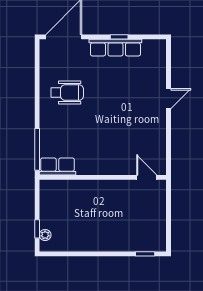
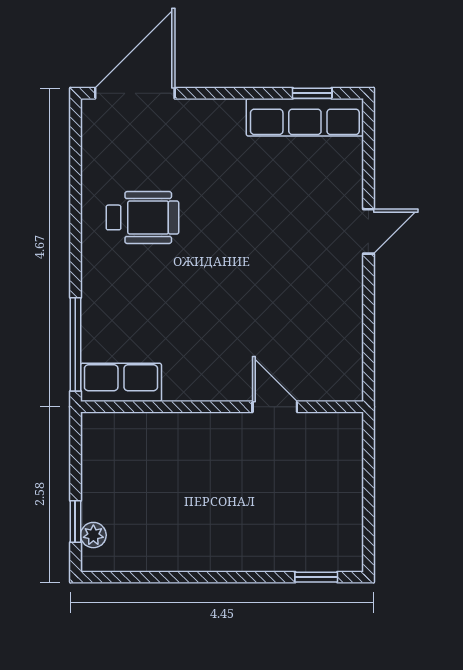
window: (119, 37) -> (312, 93), moved
row of seats: (115, 48) -> (305, 117), moved
door: (147, 177) -> (275, 407), moved

